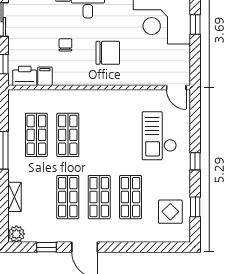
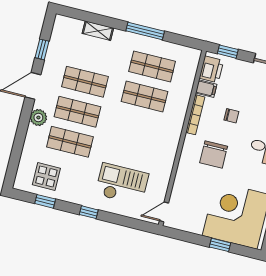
bookcase: (73, 81) -> (195, 115), added
plant: (16, 234) -> (38, 118), moved

